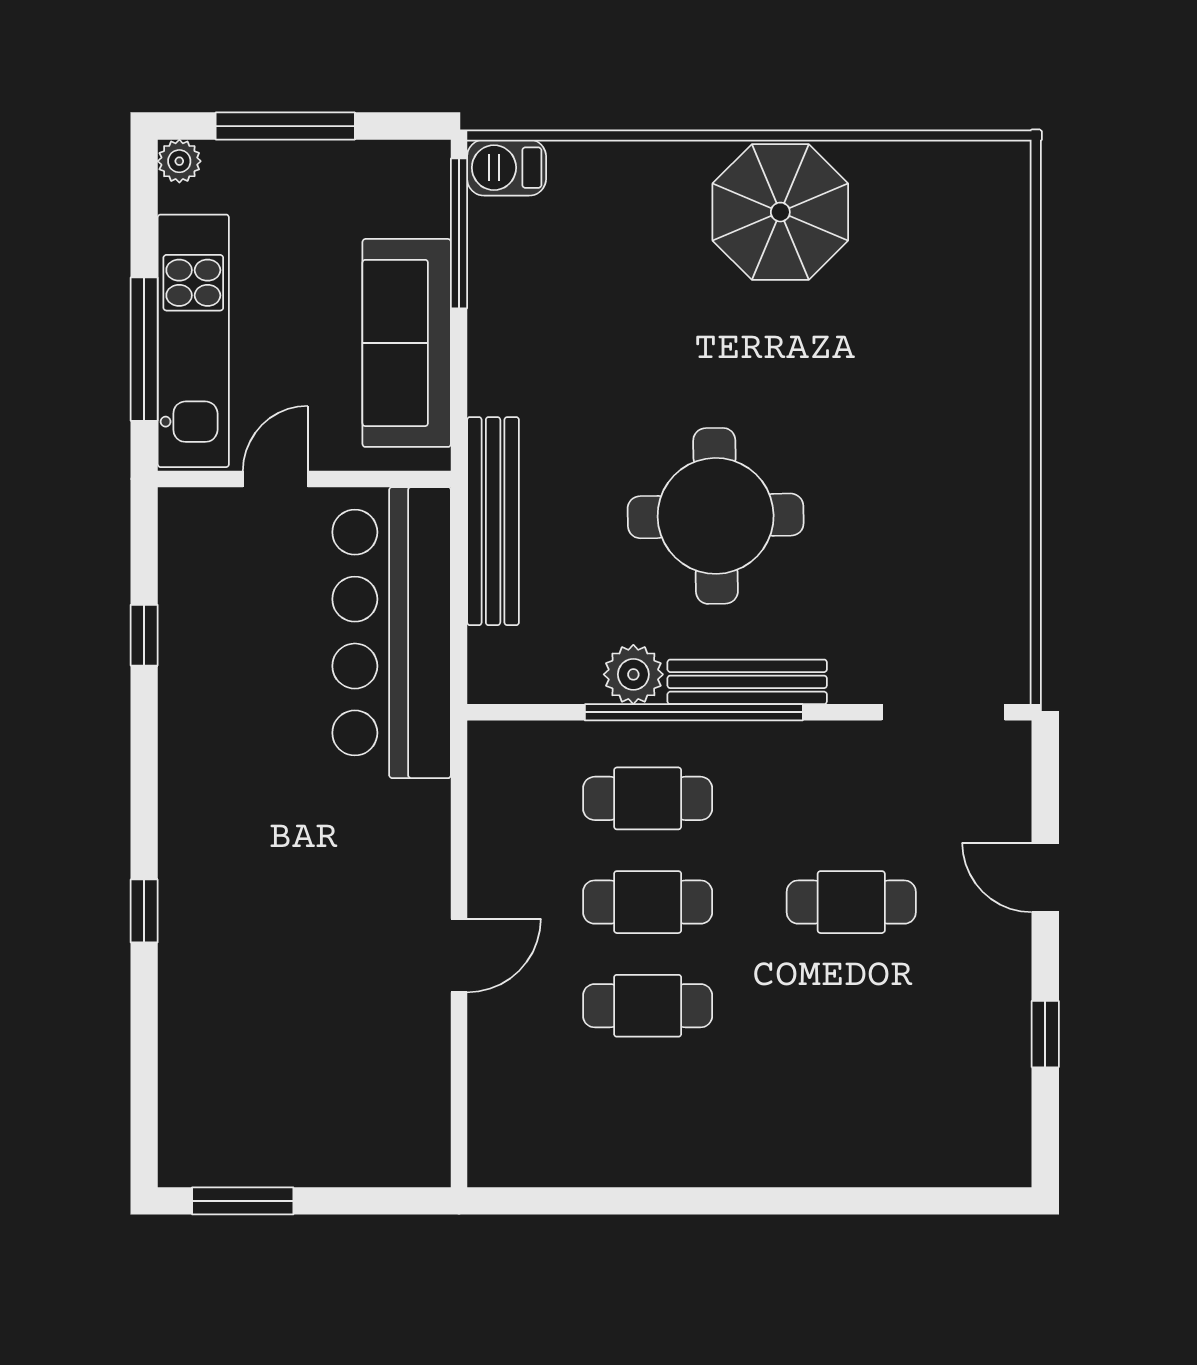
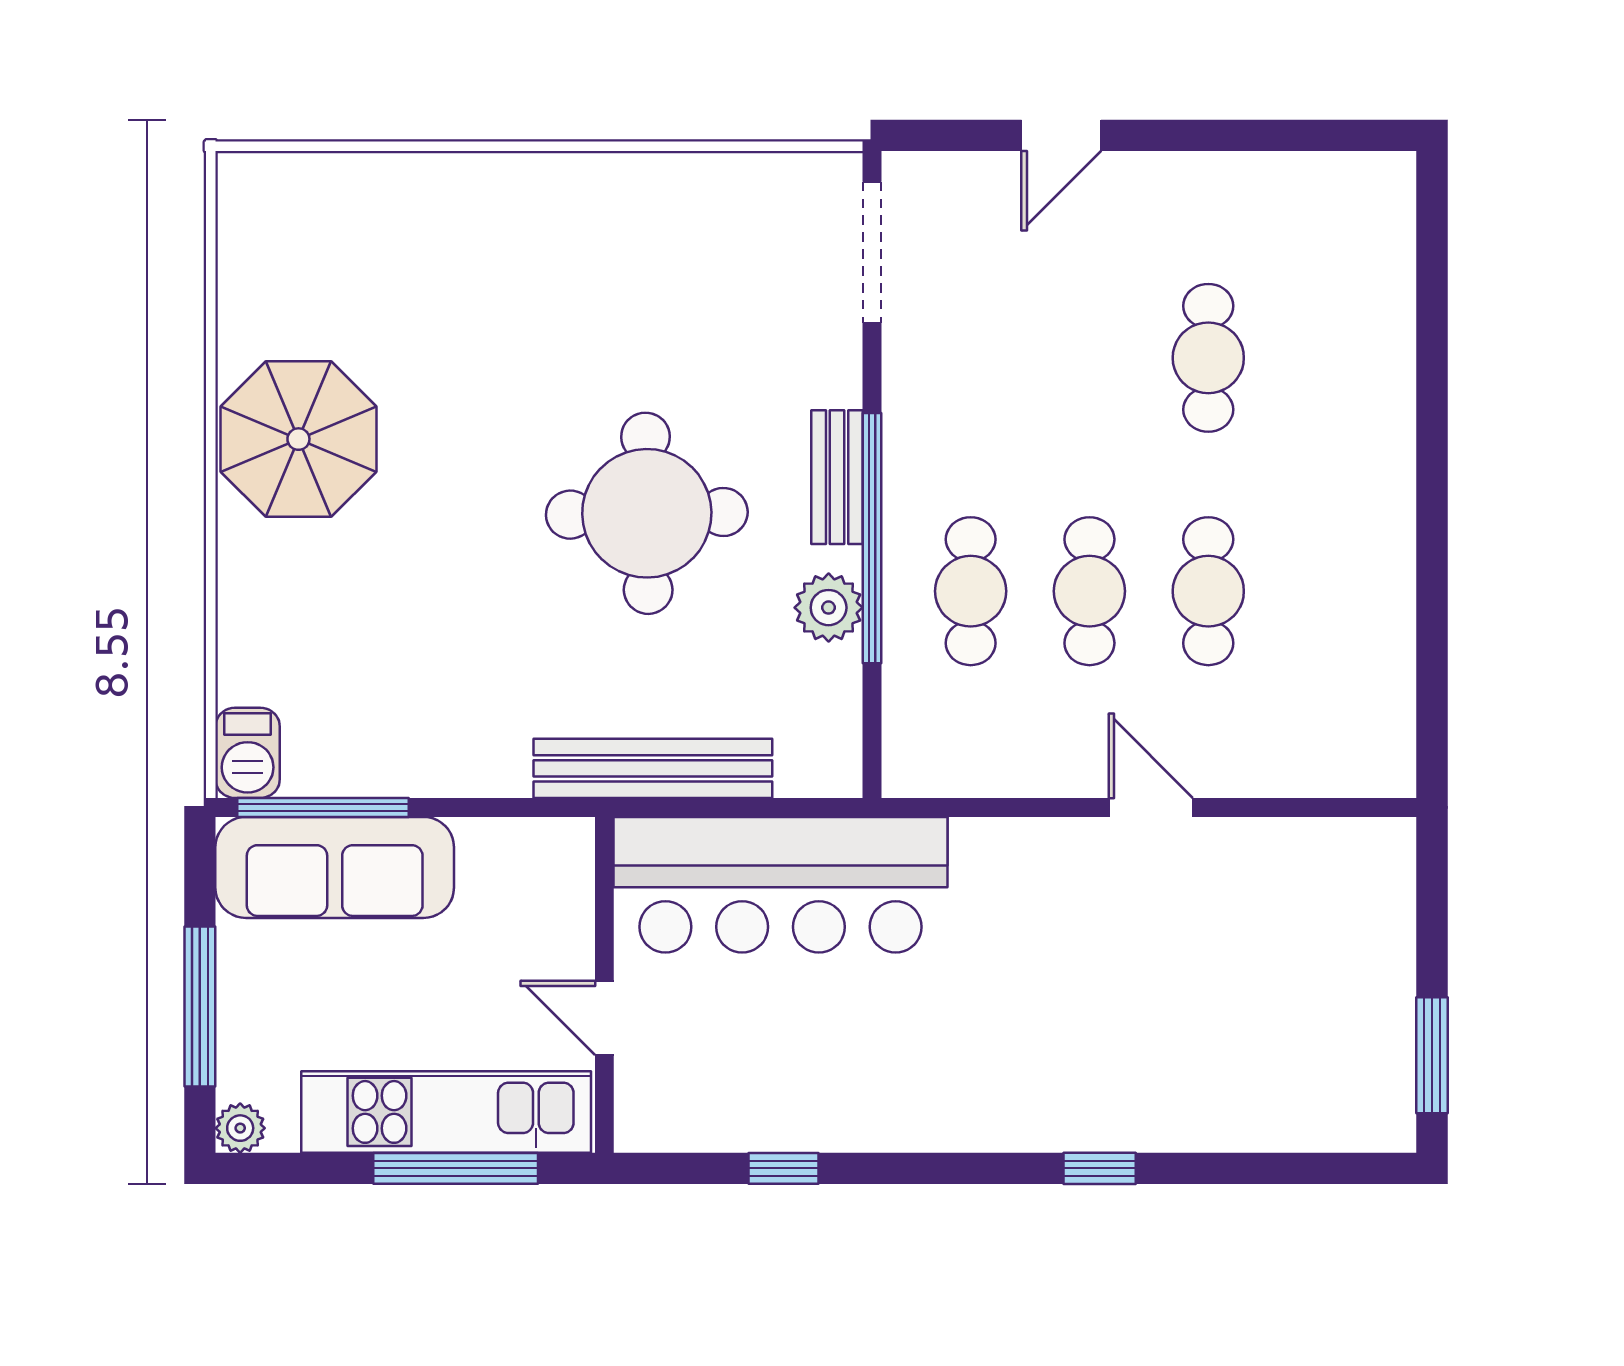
sofa: (407, 343) -> (335, 867), moved
bench: (747, 682) -> (837, 477), width x0.73
cafe table: (851, 902) -> (1208, 358), moved
window: (1045, 1034) -> (1241, 135), removed

